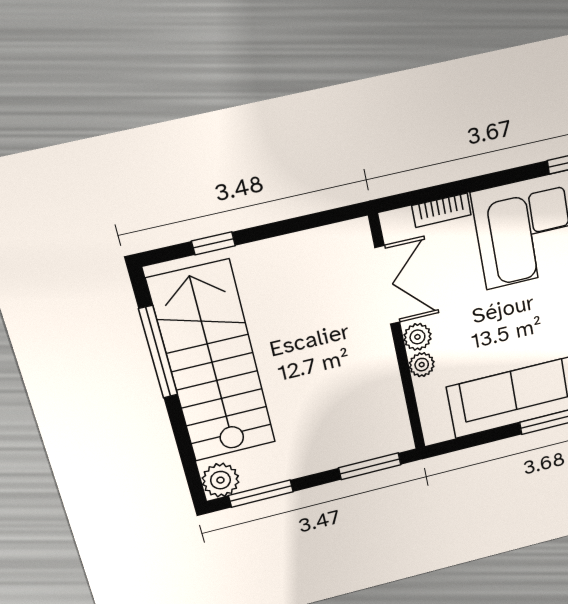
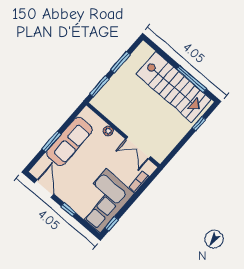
plant: (417, 337) -> (116, 139), removed
plant: (220, 480) -> (144, 50), removed
window: (261, 494) -> (120, 62), moved

